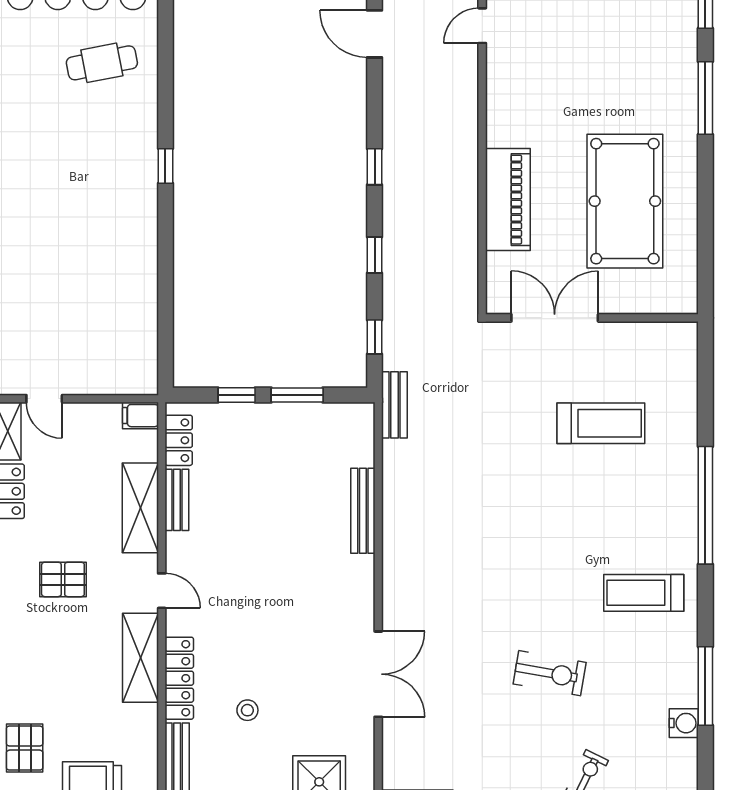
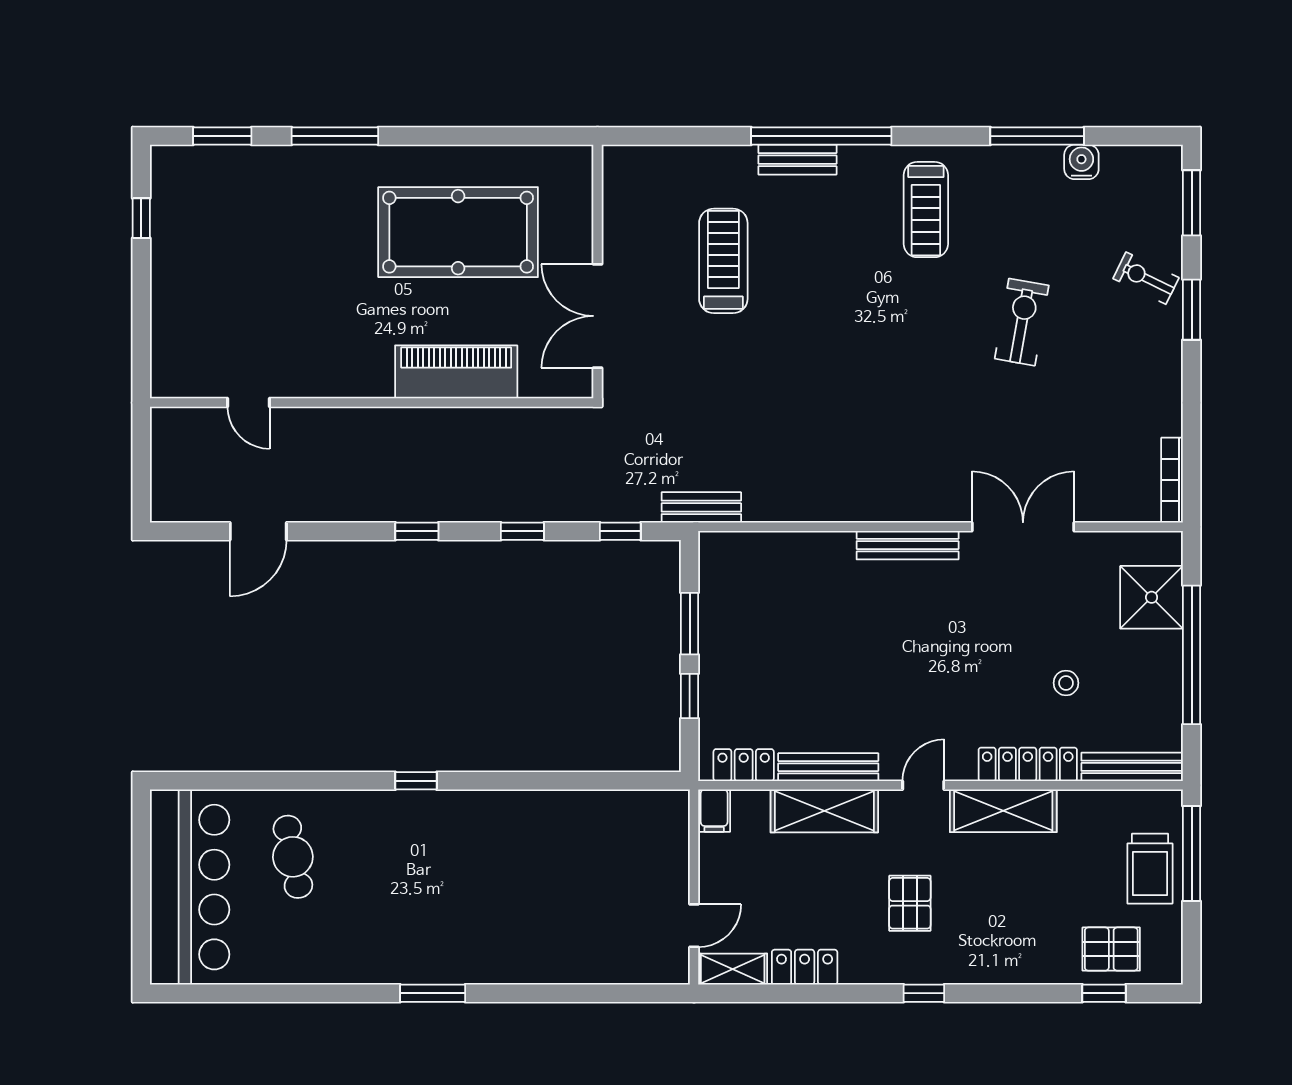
bench: (686, 485) -> (797, 160), added
bench: (177, 500) -> (828, 767), width x1.36
bench: (363, 511) -> (908, 545), moved

